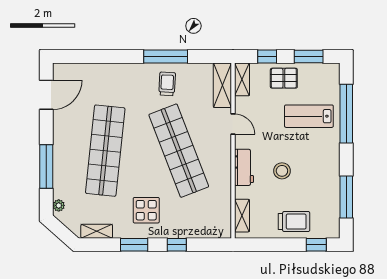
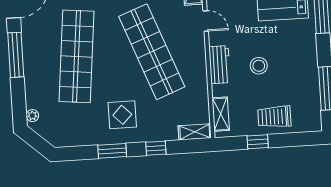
window: (46, 166) -> (16, 55), moved
trolley: (294, 222) -> (274, 117), turned 180
shelving: (97, 231) -> (195, 132), moved
window: (316, 245) -> (258, 142), moved

